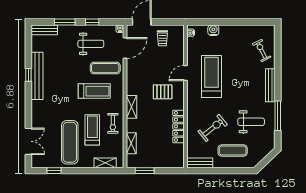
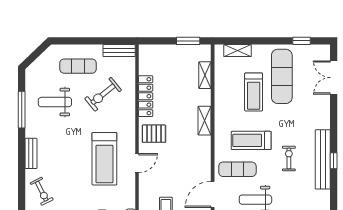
bench: (270, 85) -> (31, 153), width x0.73
pallet: (163, 92) -> (154, 134), moved
exercise bike: (113, 123) -> (289, 158), moved

